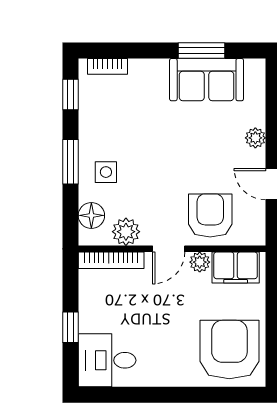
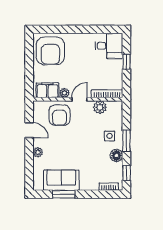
floor lamp: (91, 215) -> (116, 155), moved

